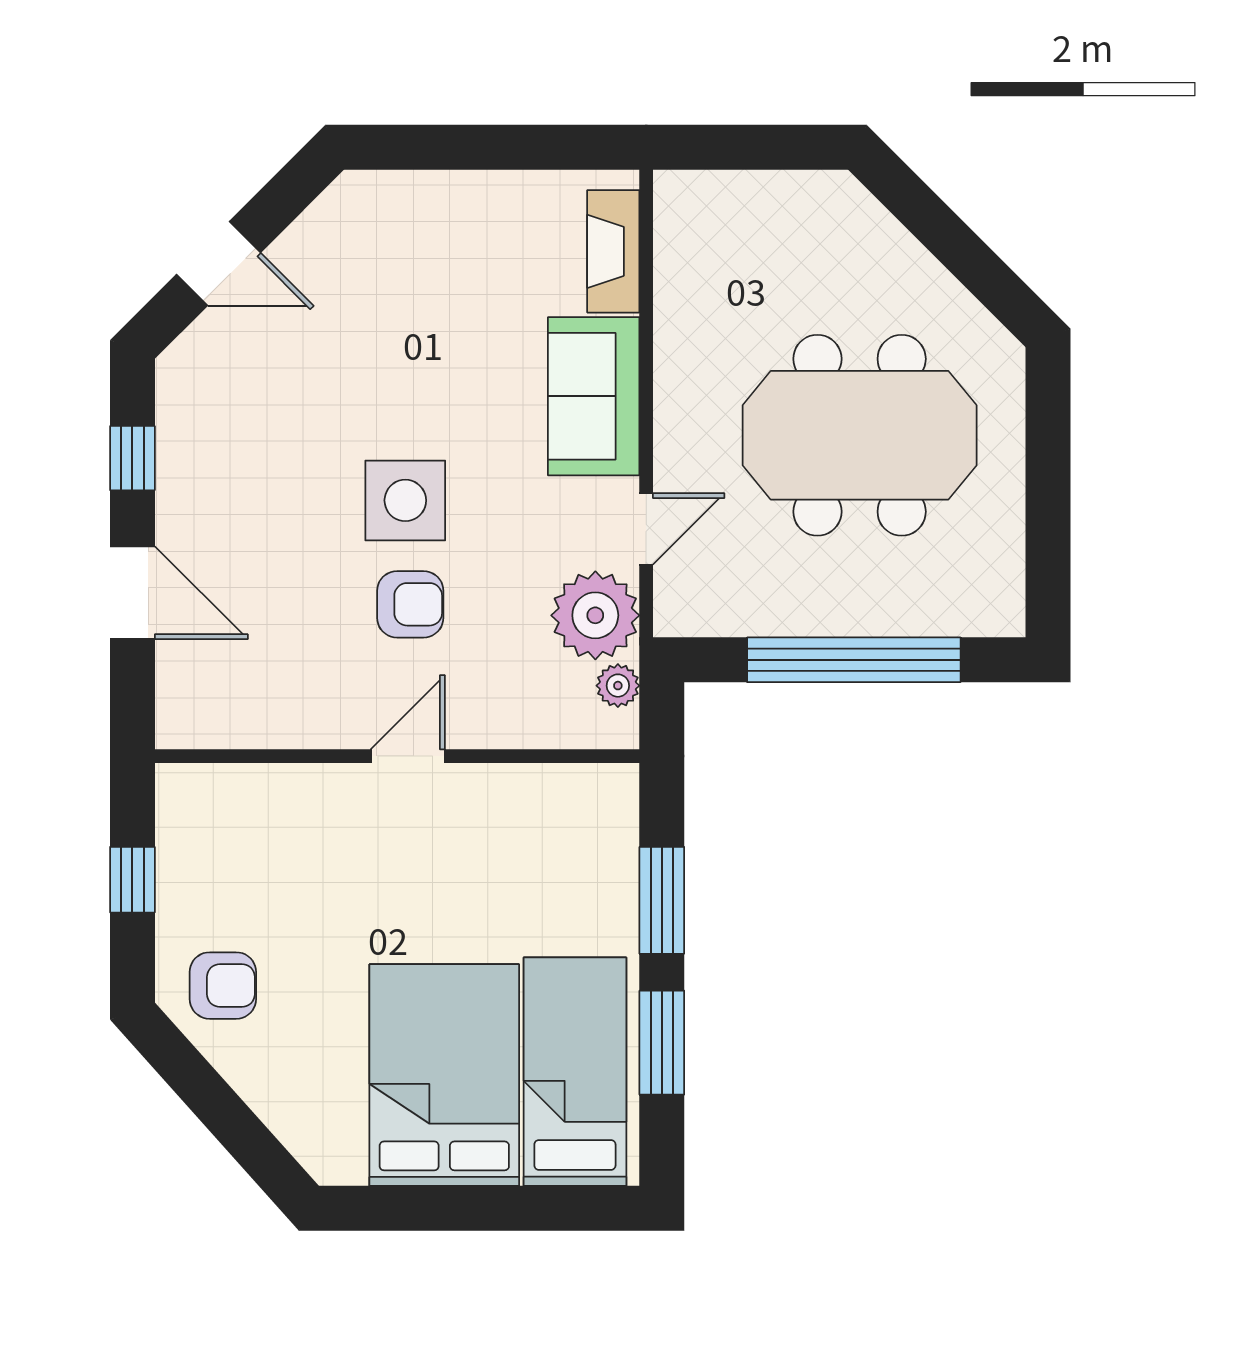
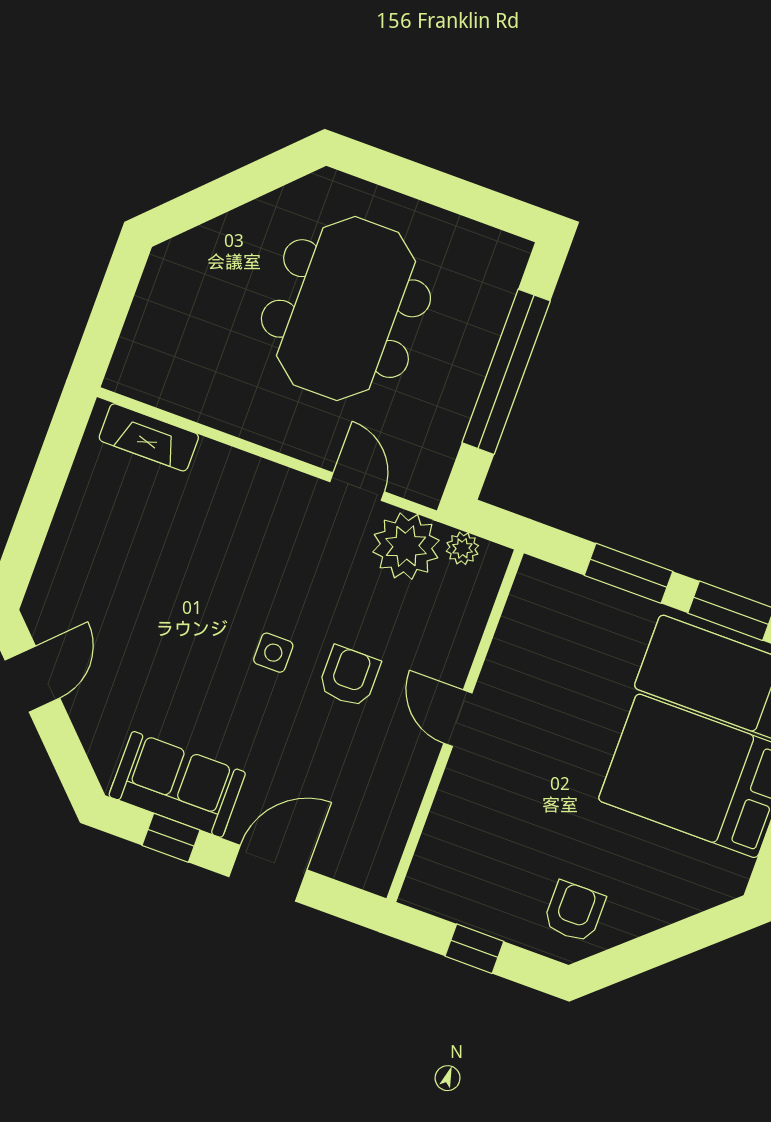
door: (218, 263) -> (32, 679), moved
sofa: (594, 396) -> (177, 784), moved, turned 180
side table: (405, 500) -> (273, 653), width x0.54, depth x0.54

